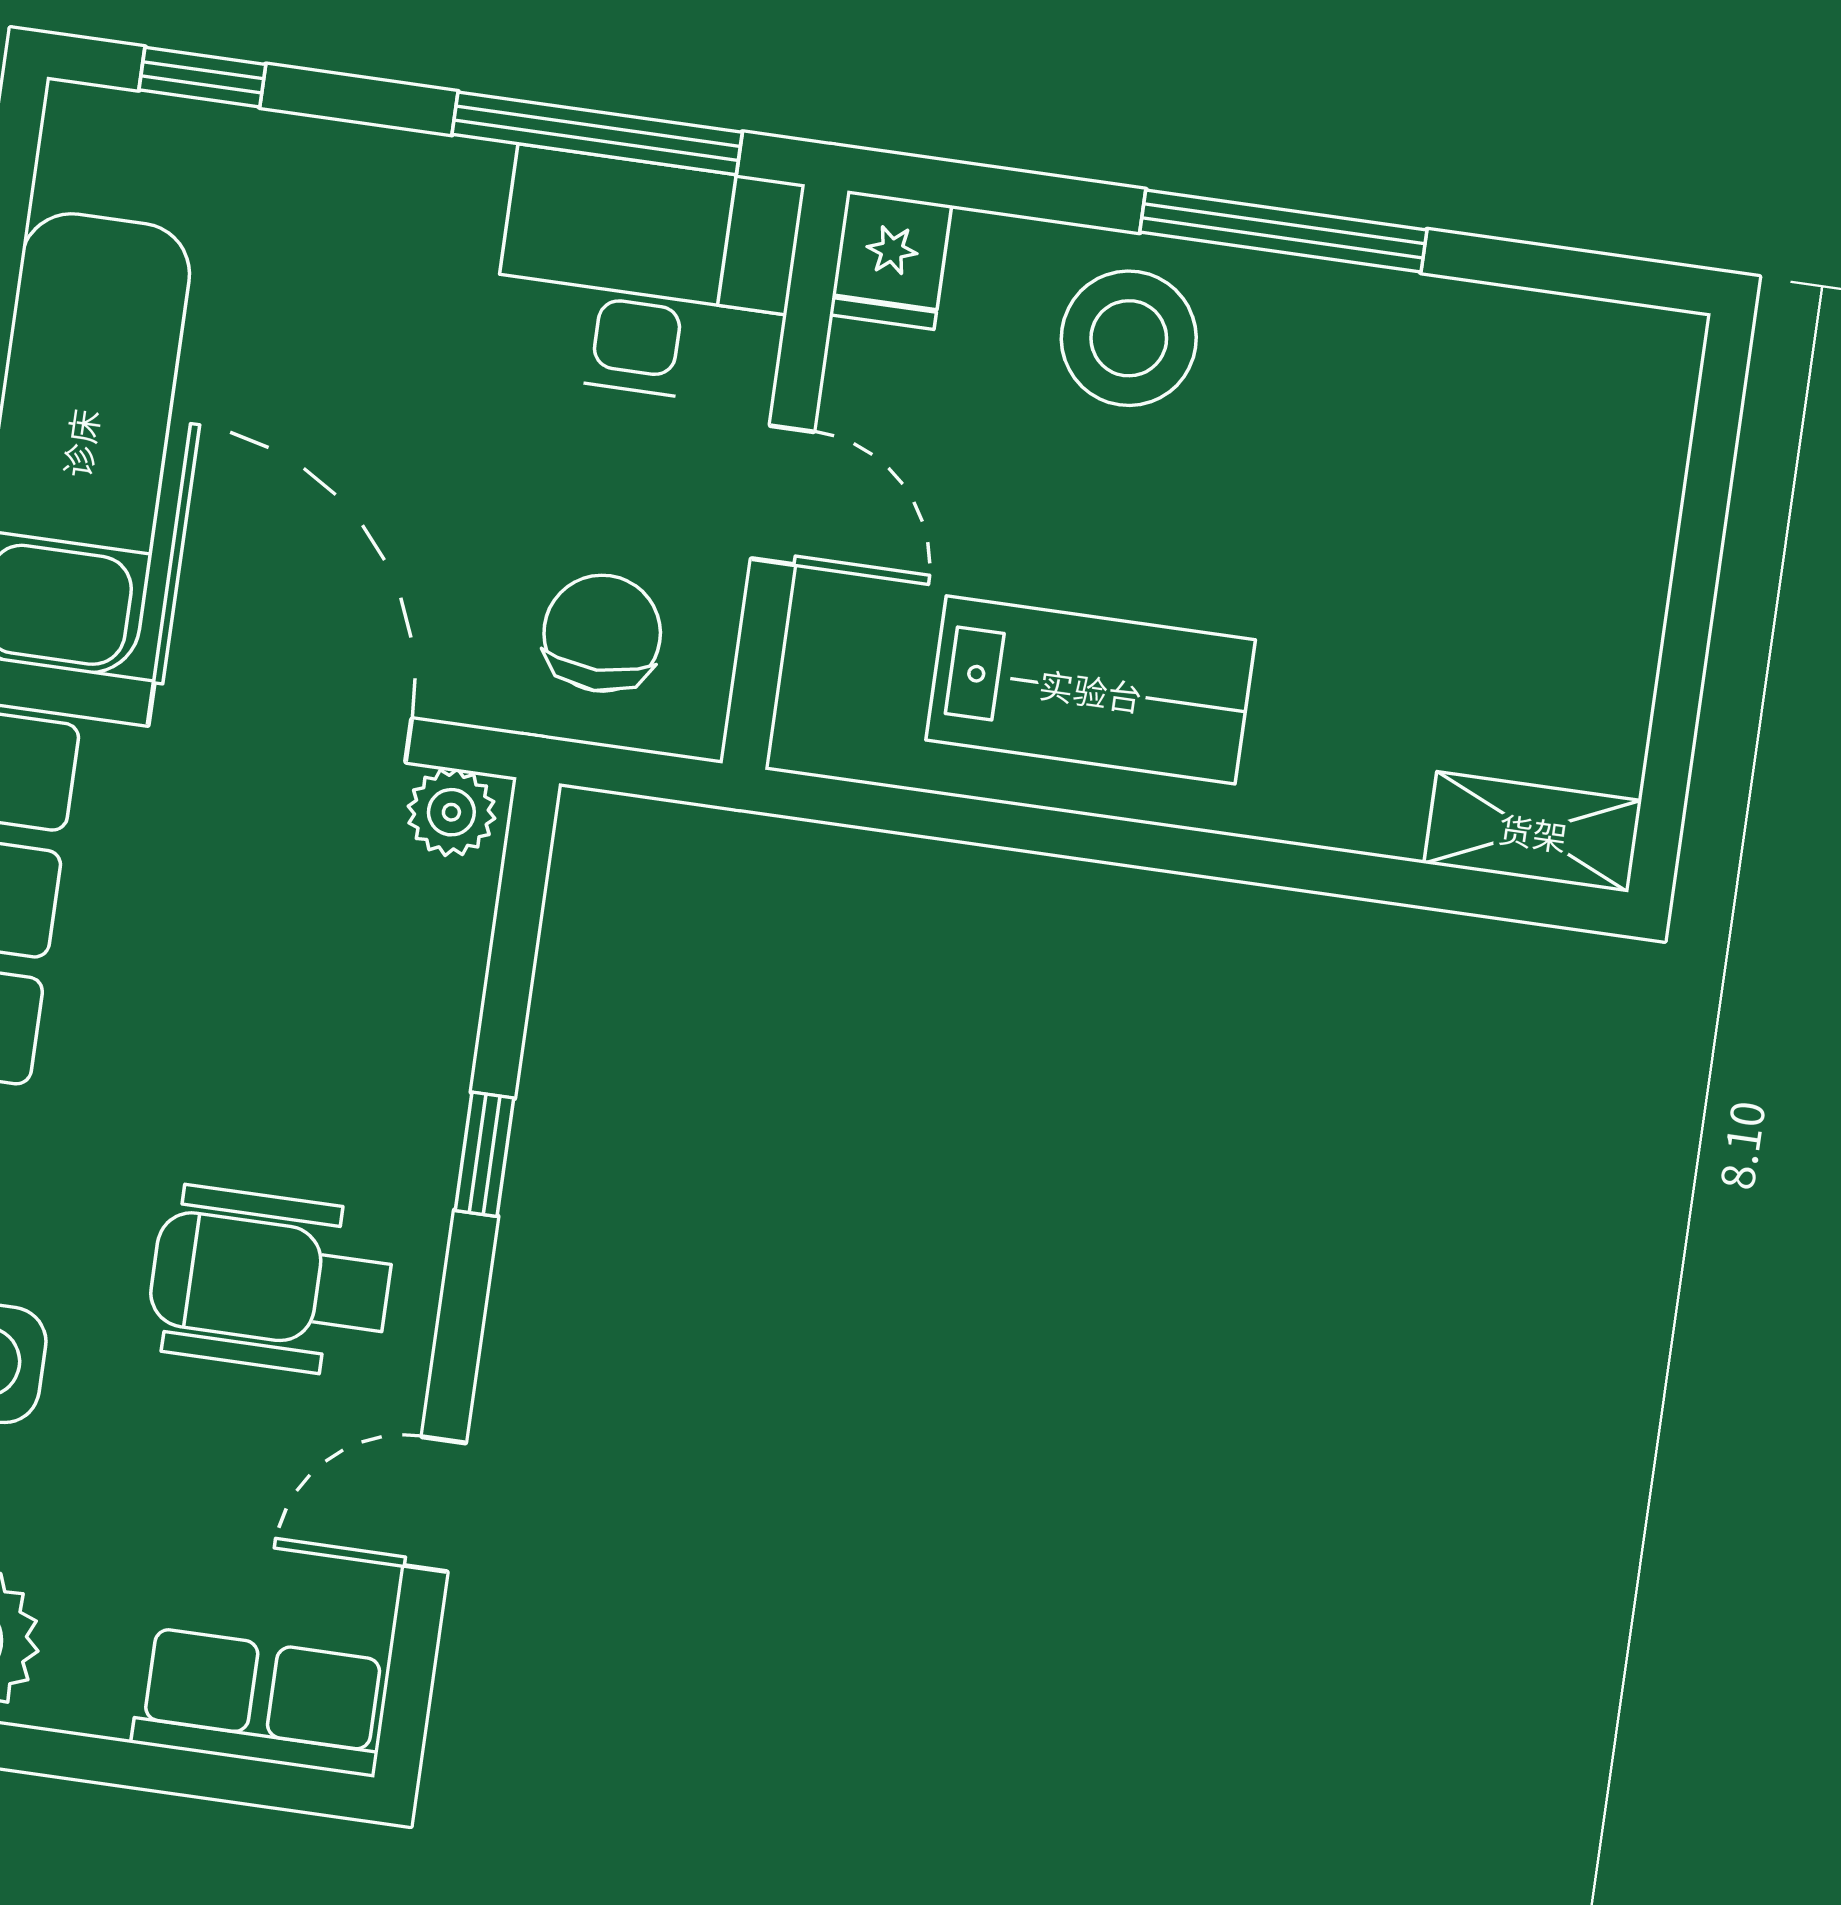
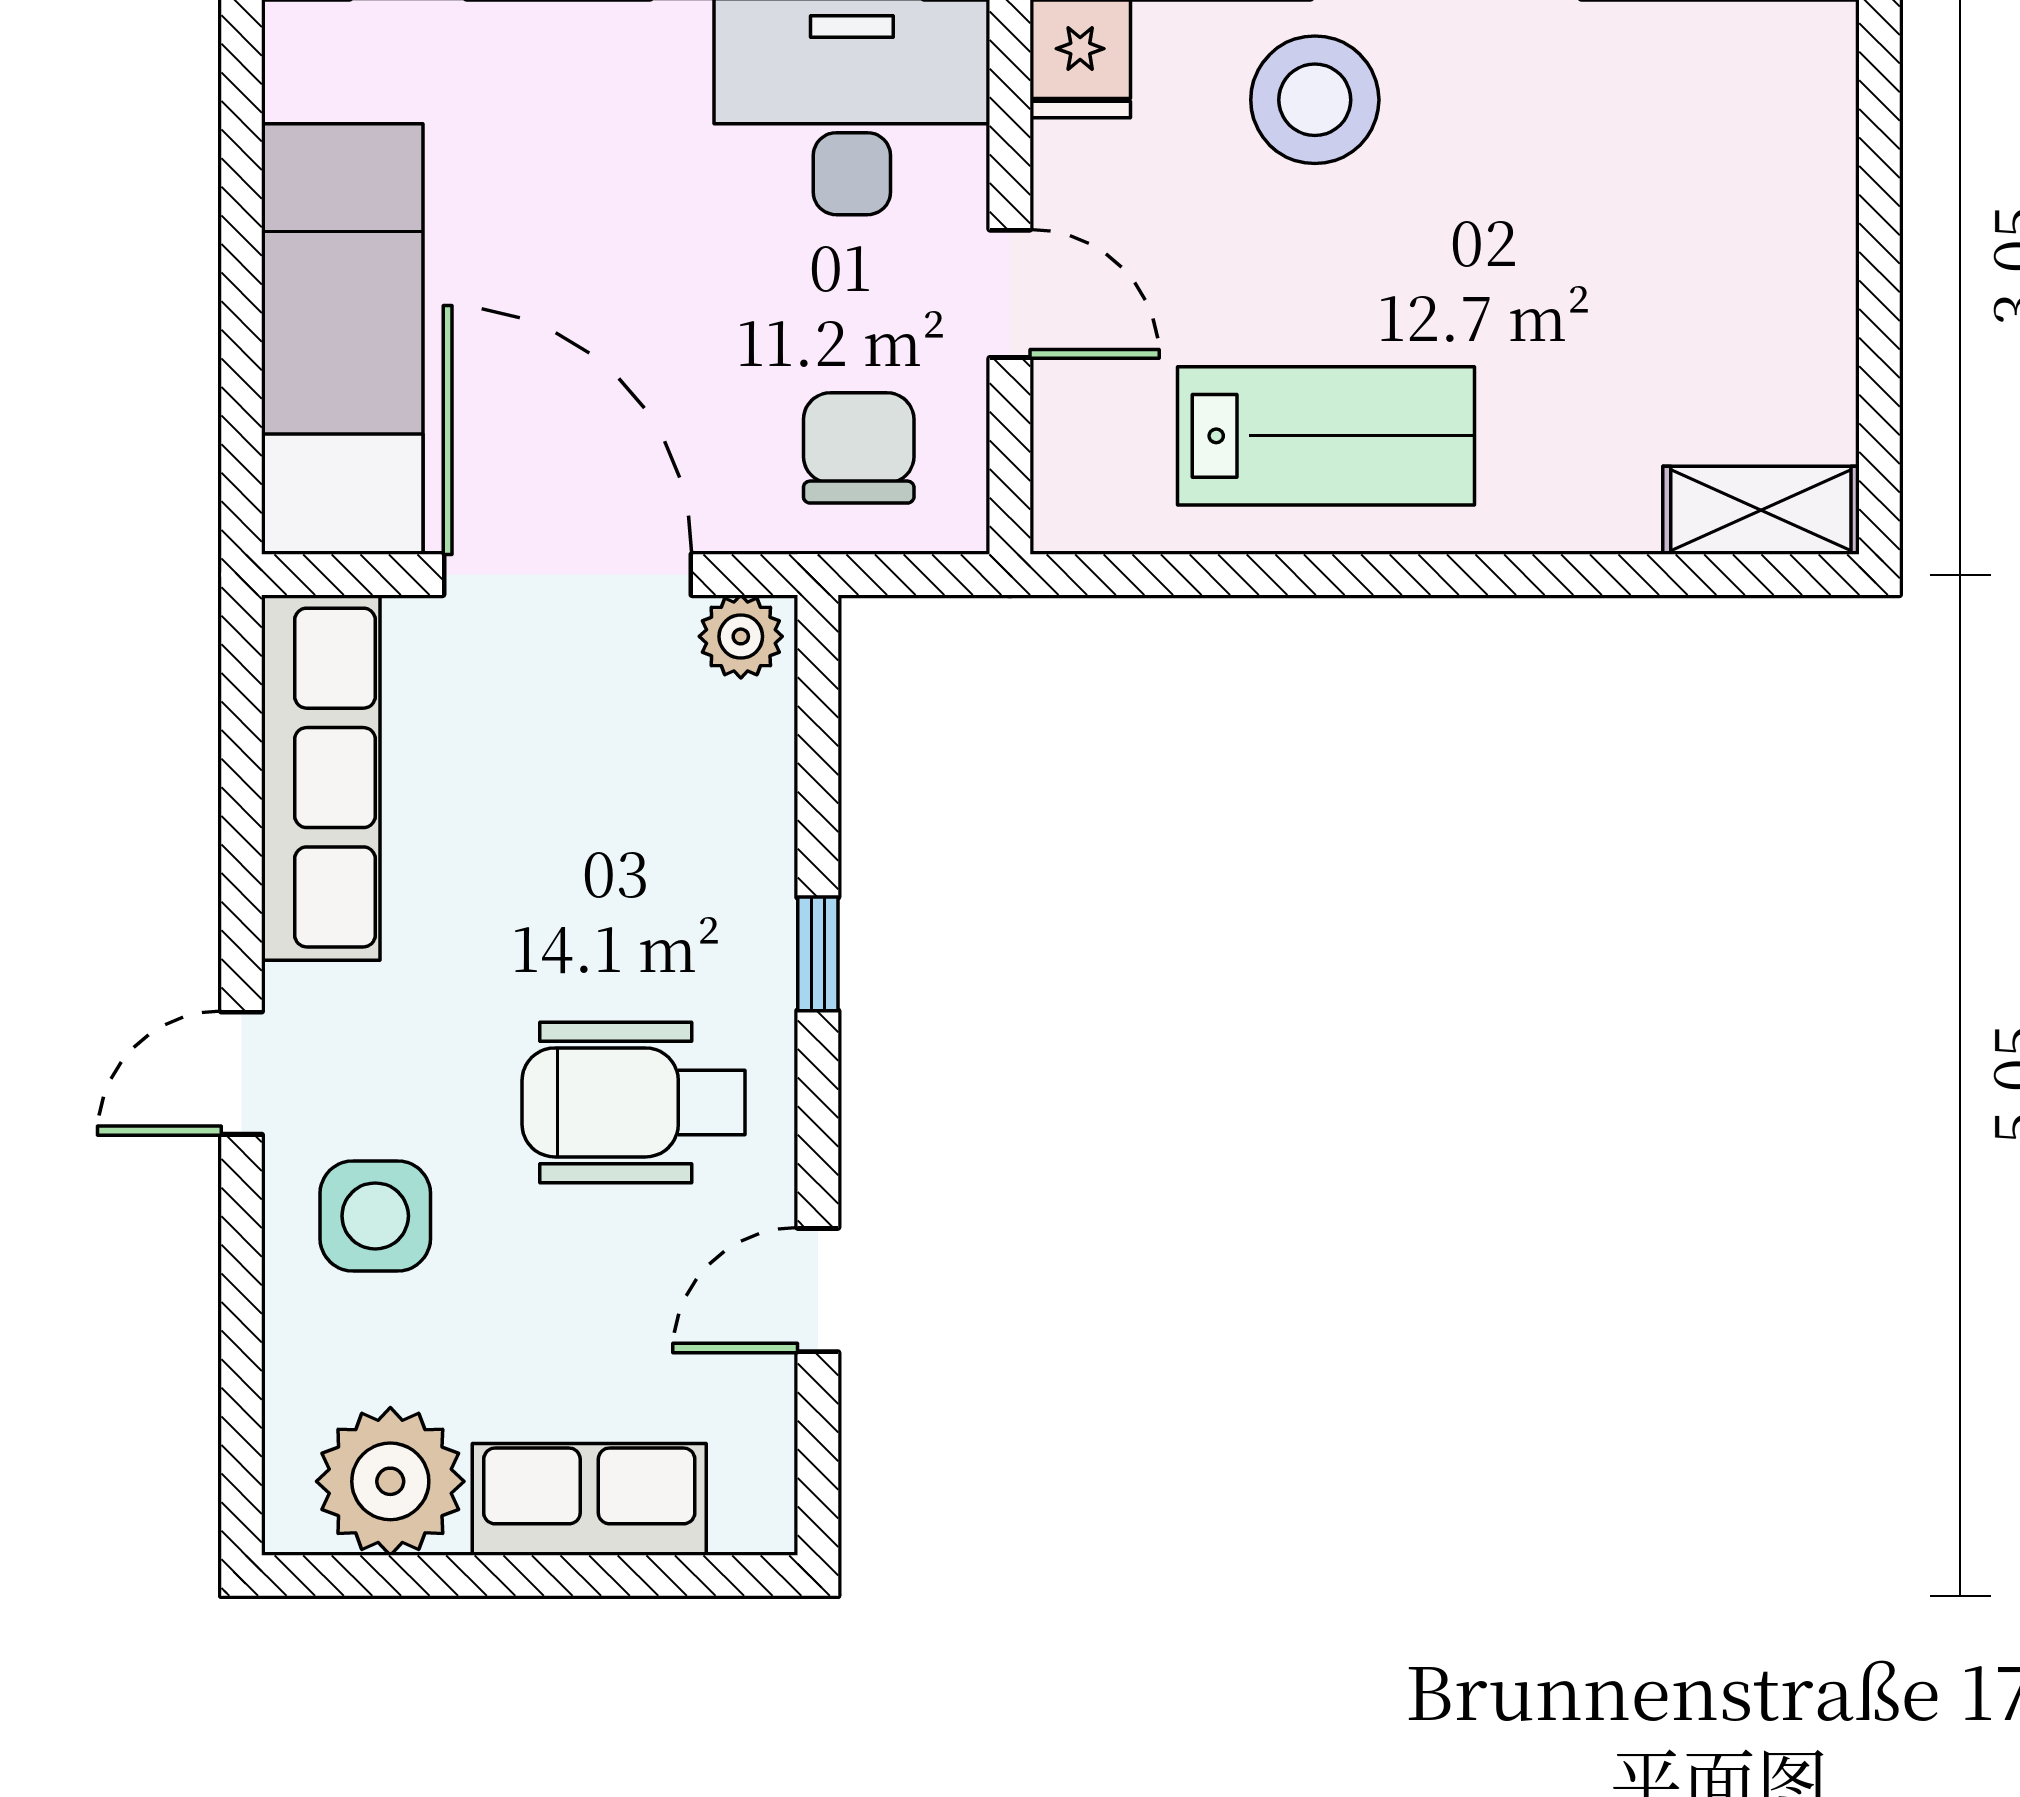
row of seats: (261, 1702) -> (589, 1499), moved

